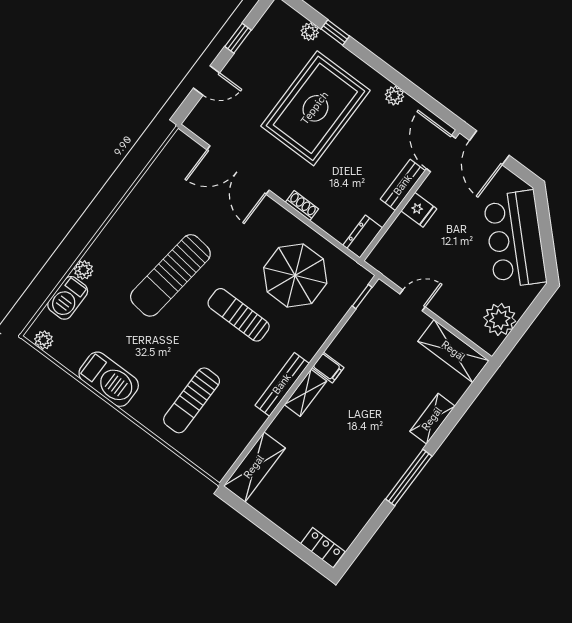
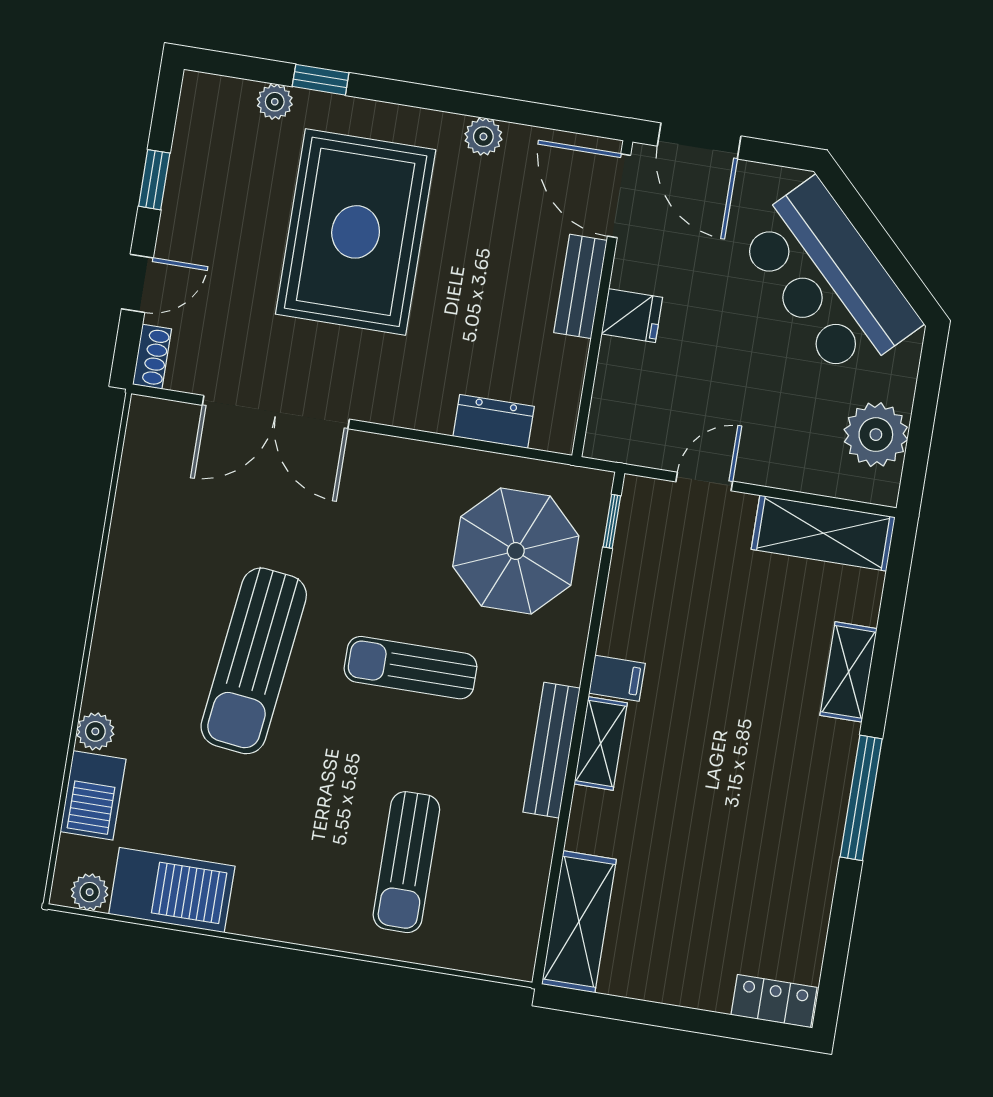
shoe rack: (302, 206) -> (152, 357), moved, turned 90
dresser: (363, 237) -> (494, 421), moved, turned 90
parasol: (295, 275) -> (516, 551), moved
barbecue: (109, 379) -> (172, 890), moved

